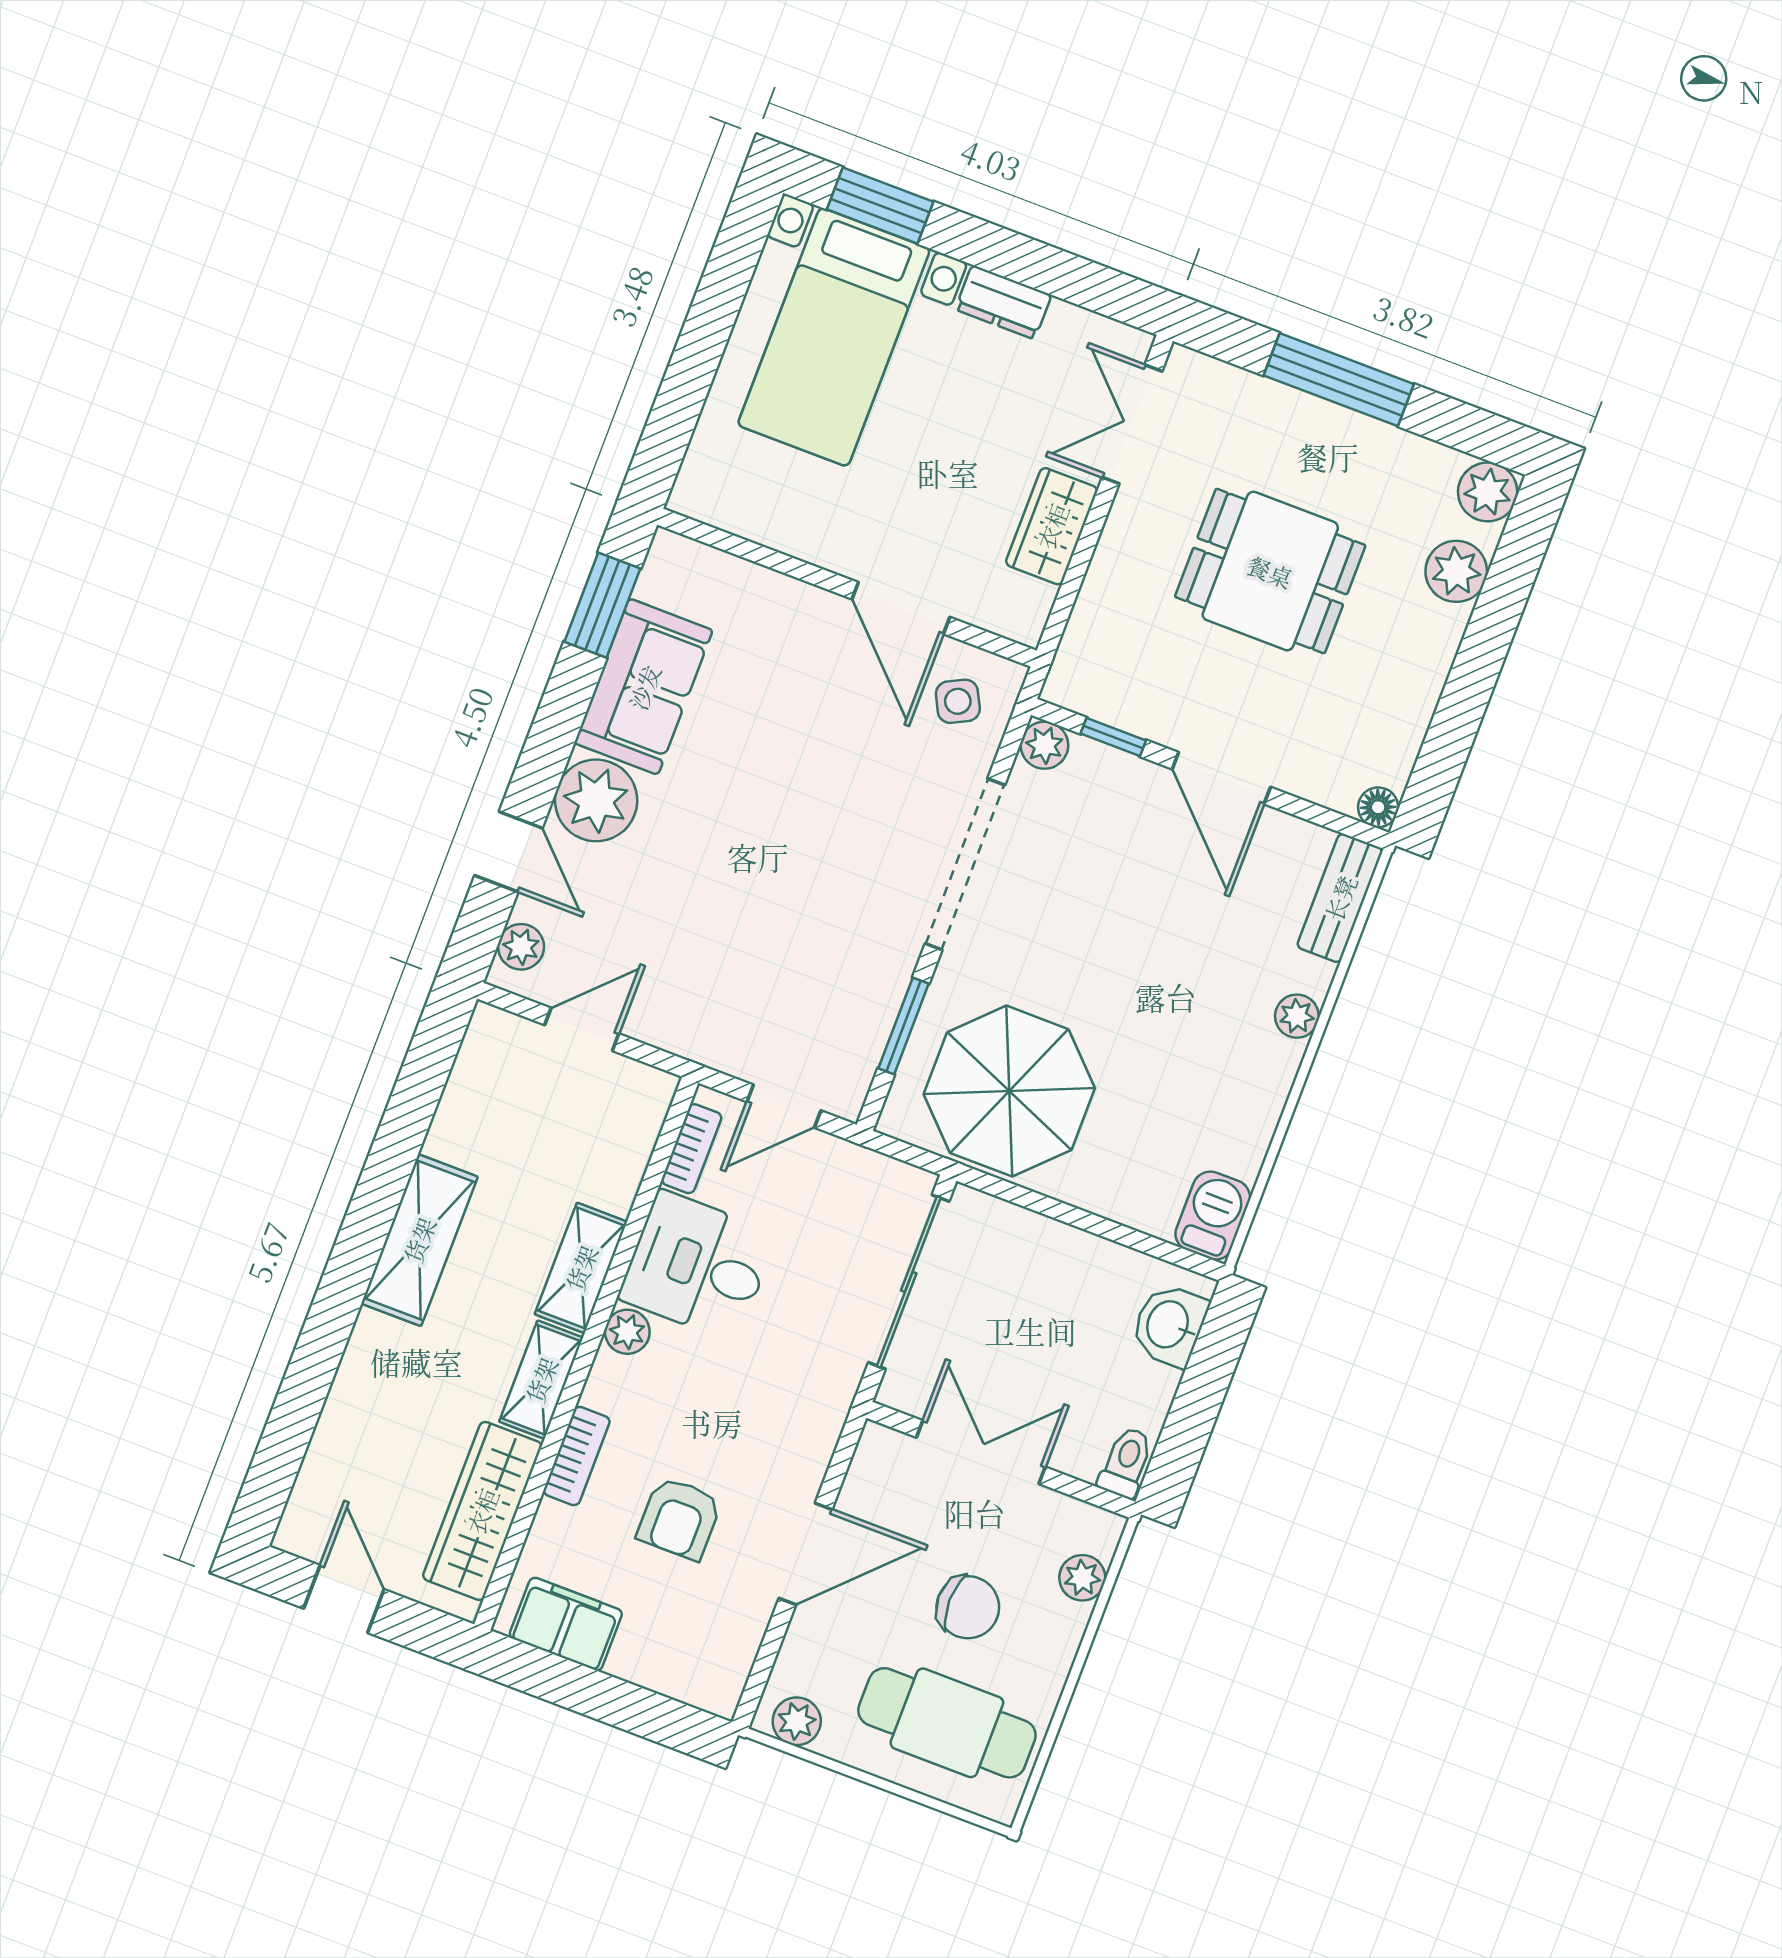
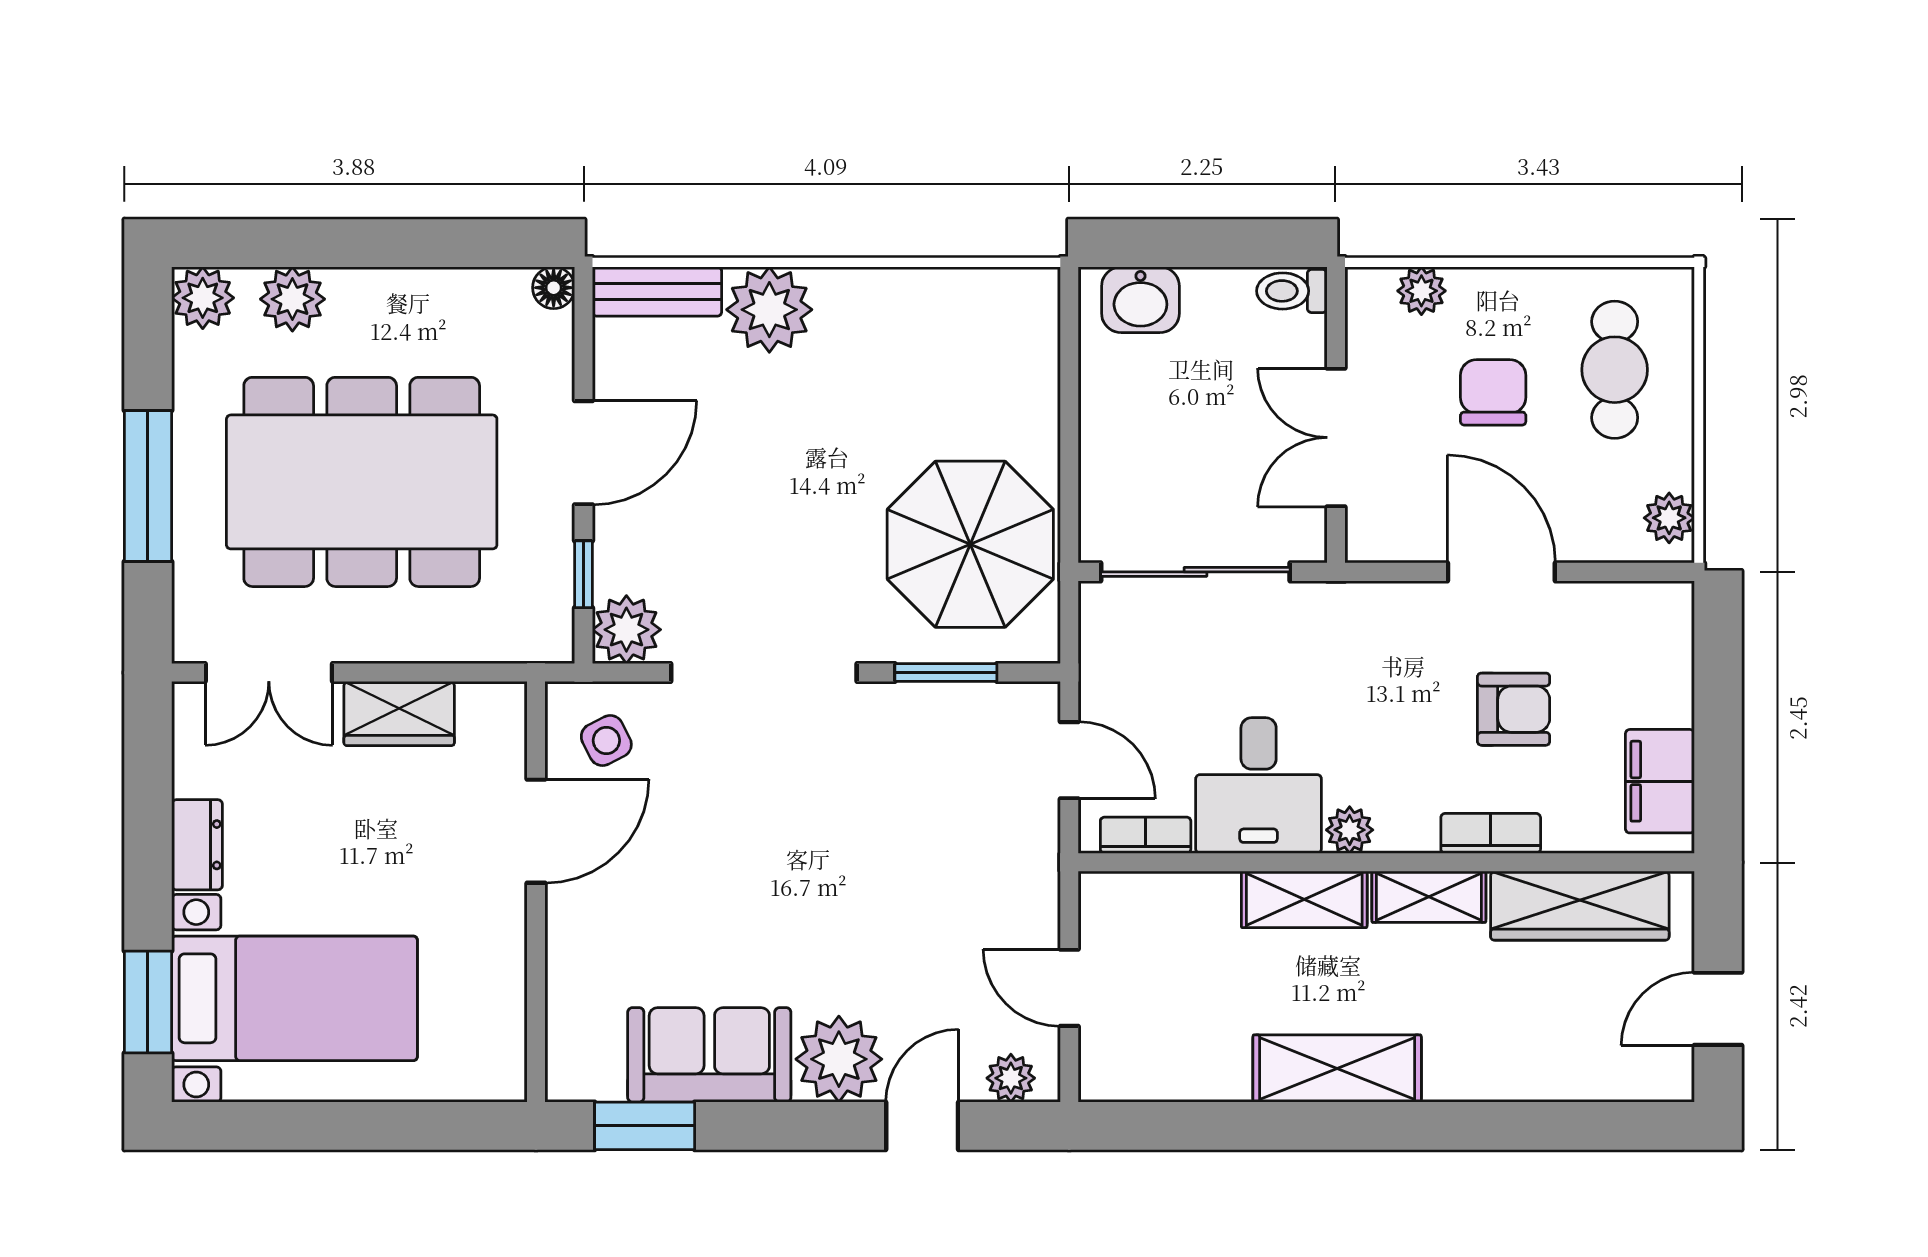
dining table: (1270, 571) -> (362, 482), width x1.88, depth x1.24
plant: (1044, 745) -> (626, 630), width x1.38, depth x1.38
plant: (1297, 1016) -> (769, 310), width x1.87, depth x1.87
barbecue: (1213, 1216) -> (1017, 298), removed
cafe table: (947, 1723) -> (1615, 370), width x0.73, depth x0.74

